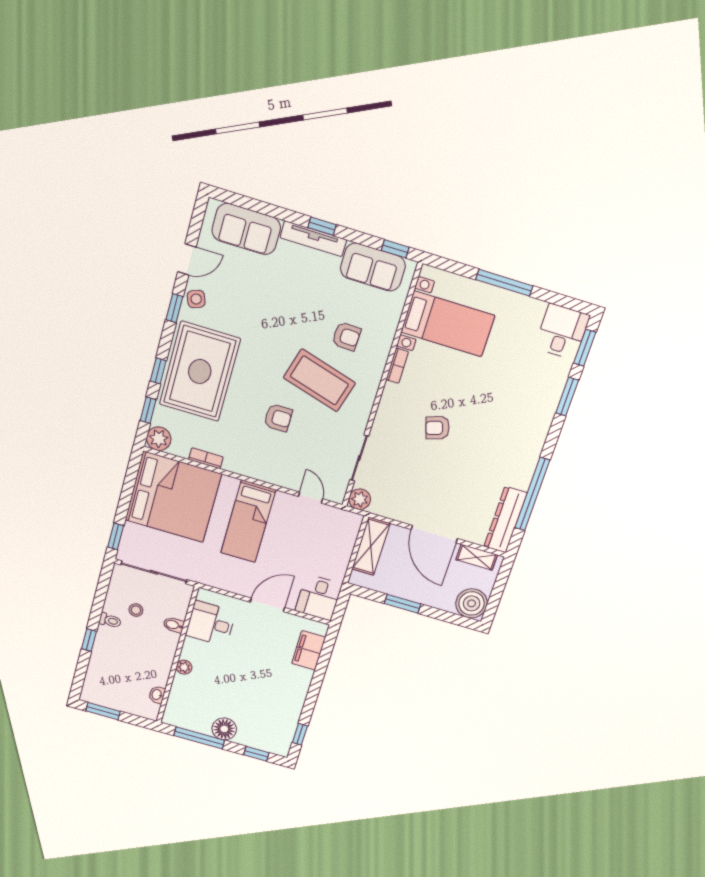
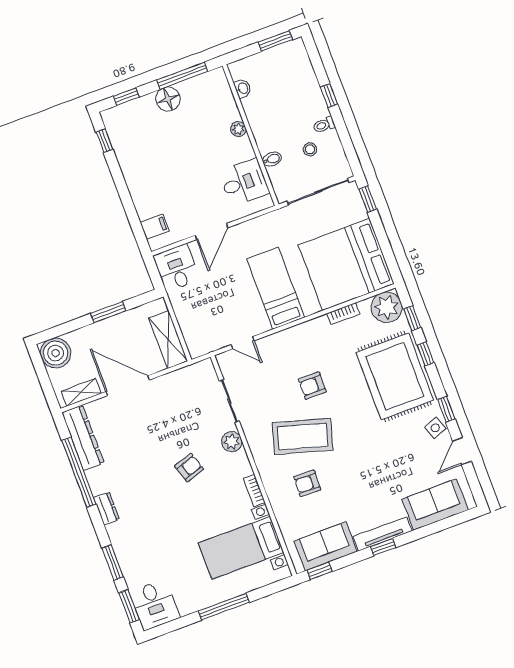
plant: (159, 439) -> (387, 307), width x1.36, depth x1.36
dresser: (534, 447) -> (107, 508), added
plant: (360, 499) -> (232, 442), moved
filing cabinet: (309, 650) -> (155, 227), width x0.50

